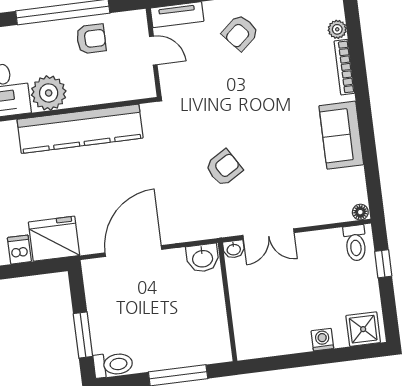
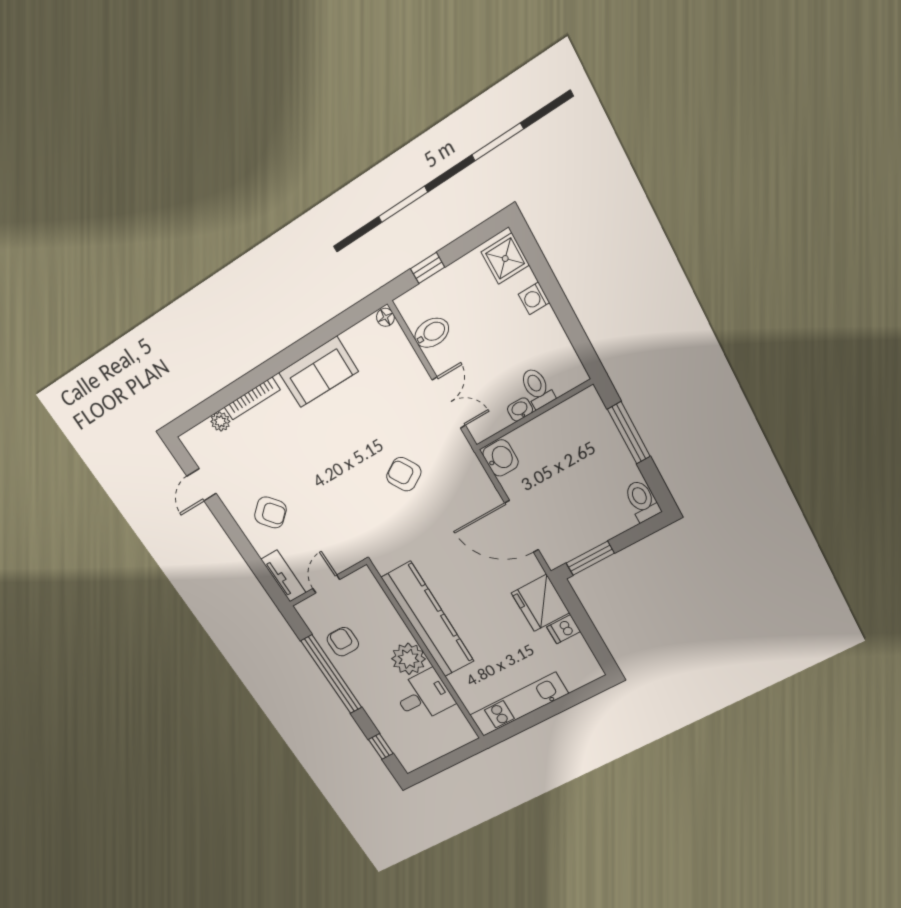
toilet: (355, 243) -> (537, 388), moved, turned -90
bidet: (332, 245) -> (432, 333), added
washbasin: (234, 249) -> (520, 409), moved, turned -90
window: (83, 335) -> (590, 558), moved

